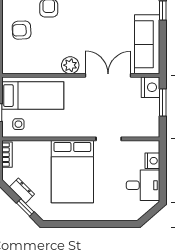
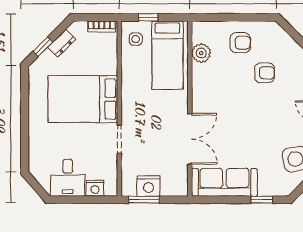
armchair: (22, 30) -> (240, 43), turned 93
plant: (70, 65) -> (201, 53), moved
nightstand: (151, 87) -> (149, 186), moved
window: (163, 102) -> (144, 200), moved

